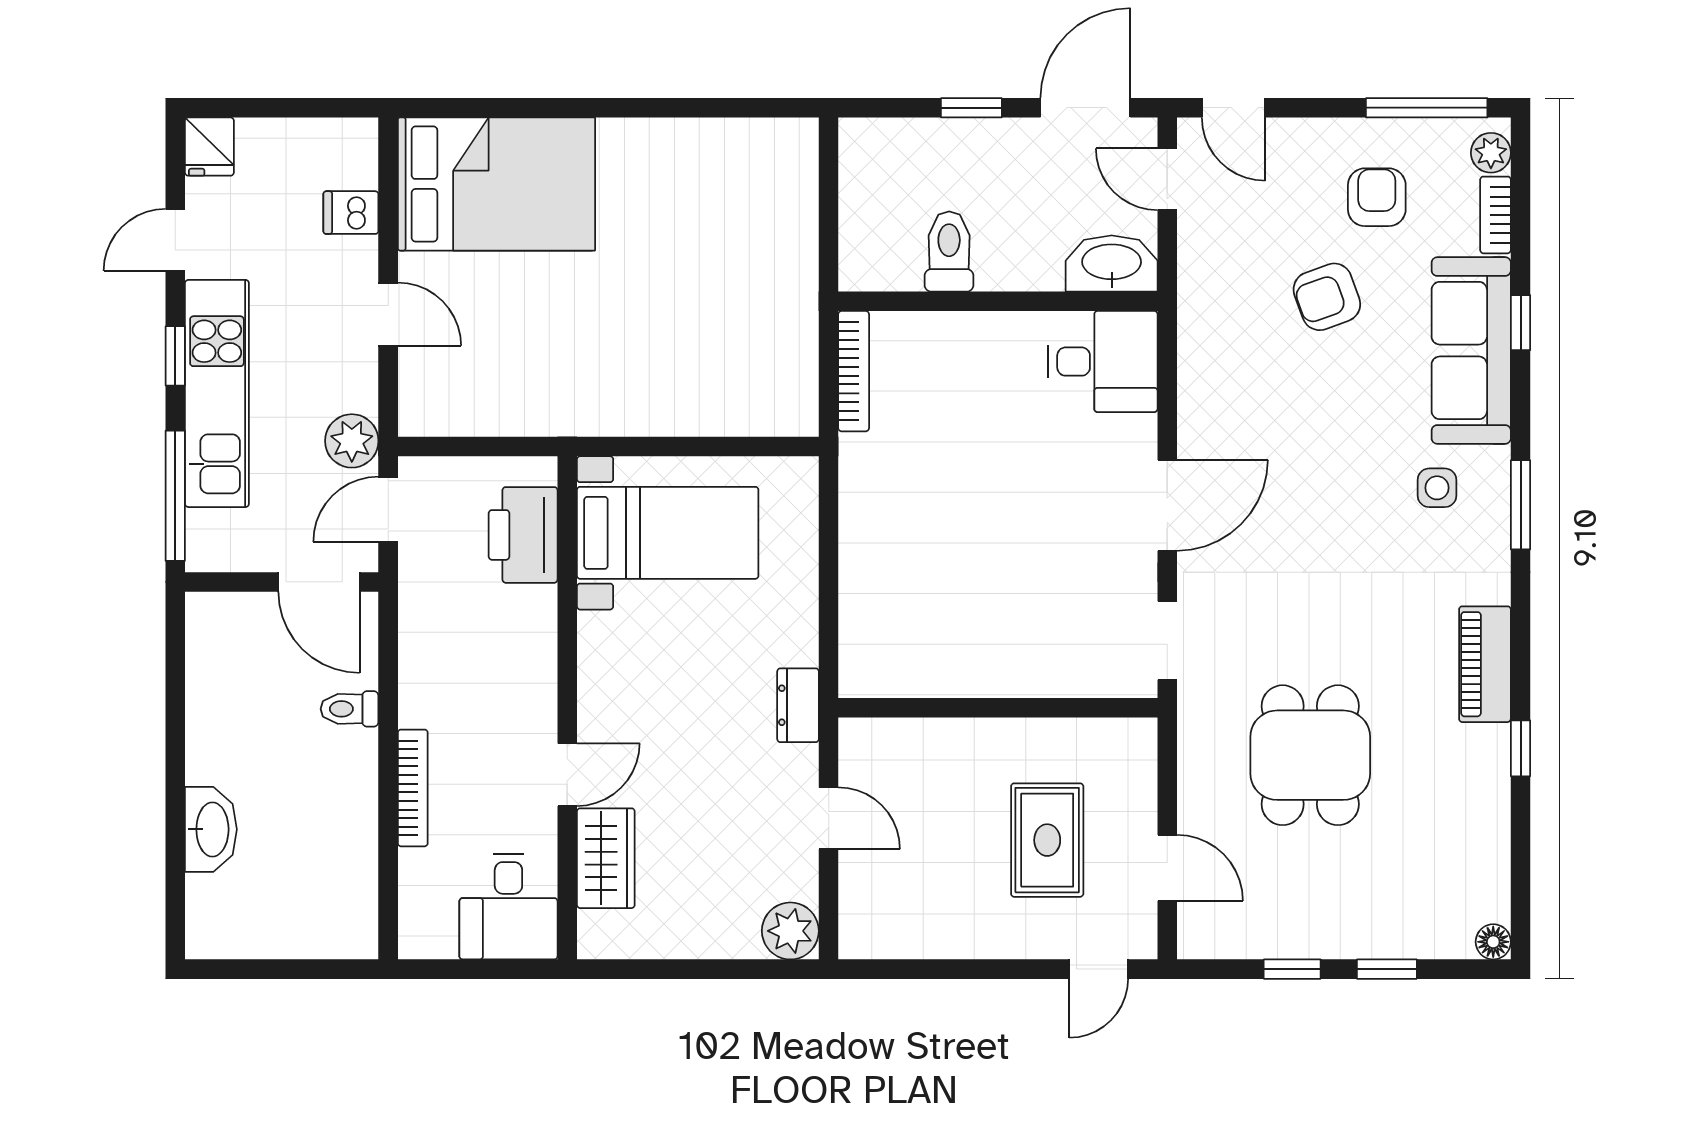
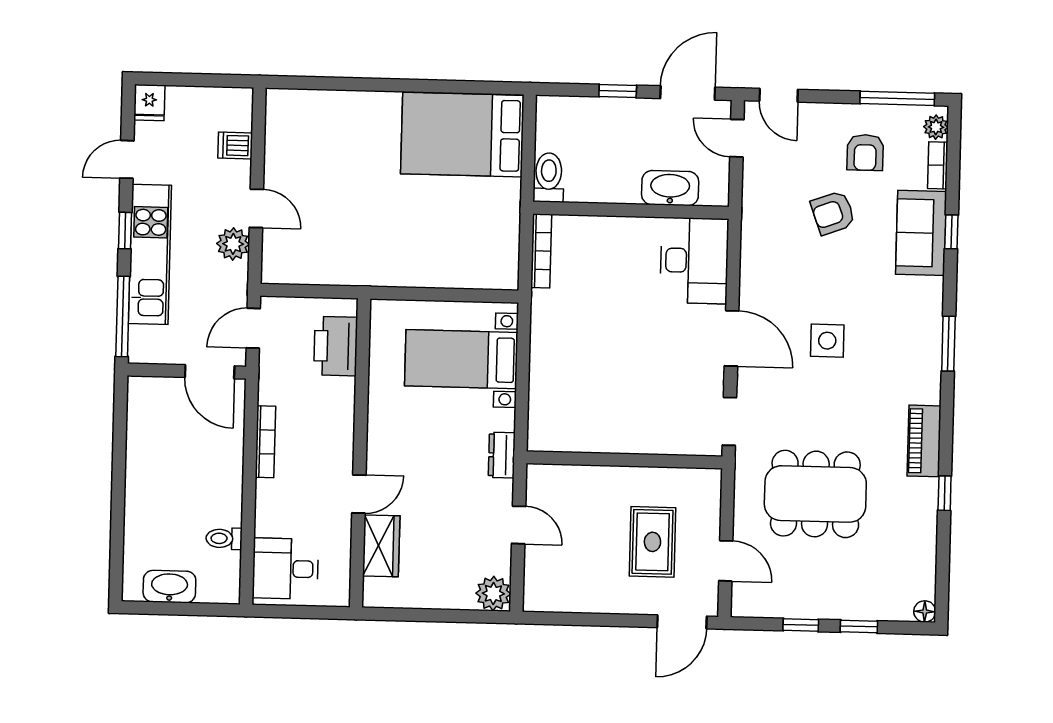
bed: (496, 184) -> (462, 135), moved, turned 180
armchair: (1377, 197) -> (865, 153), turned 180
toilet: (949, 251) -> (549, 178), moved
washbasin: (1112, 263) -> (670, 188), moved
sofa: (1471, 350) -> (921, 233), width x0.73
desk: (1103, 362) -> (694, 261), width x1.37
plant: (352, 441) -> (233, 244), moved
side table: (1437, 488) -> (827, 341), moved, width x1.37, depth x1.37
door: (1167, 505) -> (732, 338), hinge flipped
bed with nightstands: (668, 533) -> (461, 359), moved, turned 180
toilet: (350, 709) -> (224, 538), moved
dining table: (1310, 755) -> (815, 494), width x1.38
bookcase: (413, 788) -> (265, 442), moved
washbasin: (211, 829) -> (169, 587), moved, turned -90
desk: (508, 907) -> (285, 569), moved, turned 90
door: (1099, 969) -> (682, 622), width x1.38

